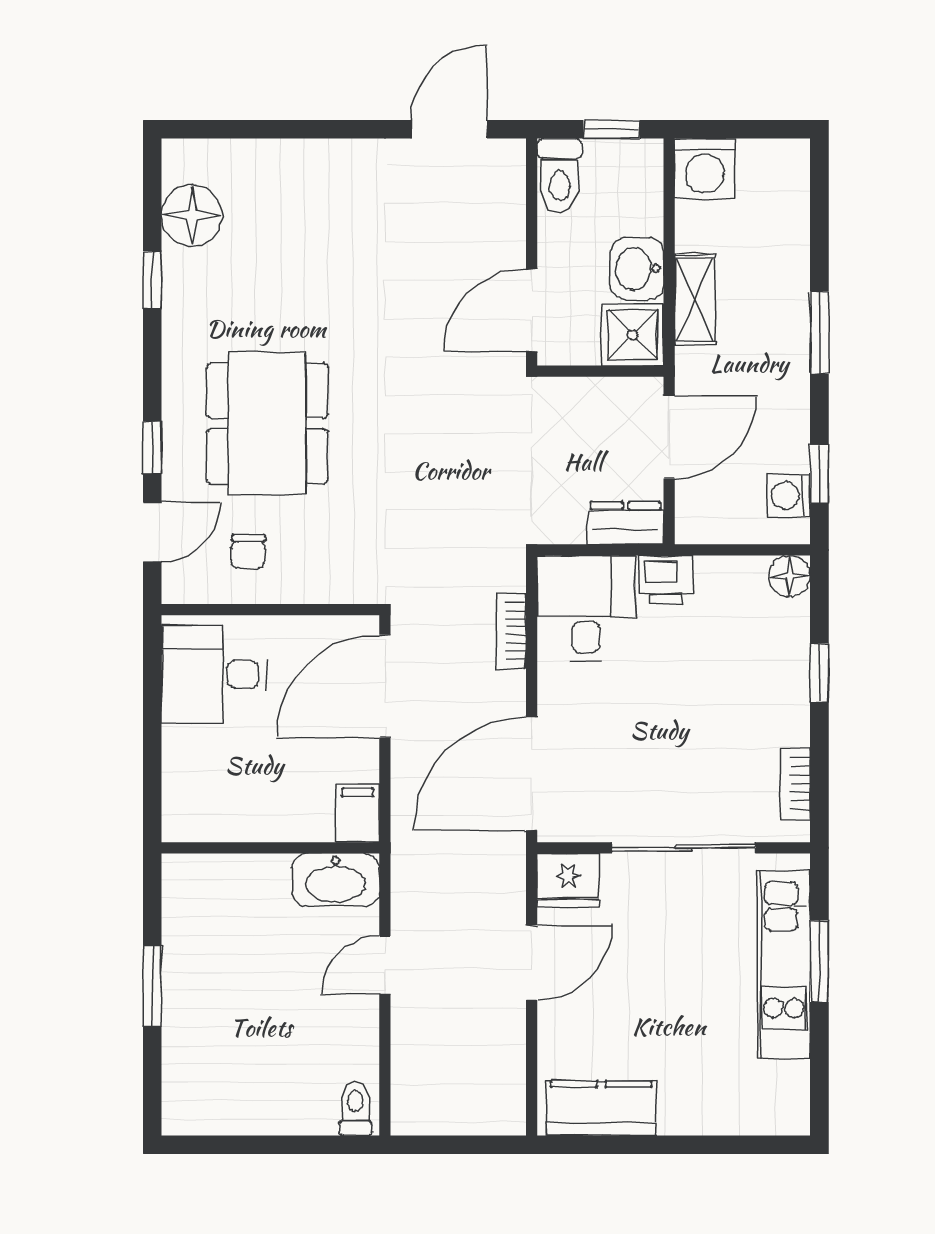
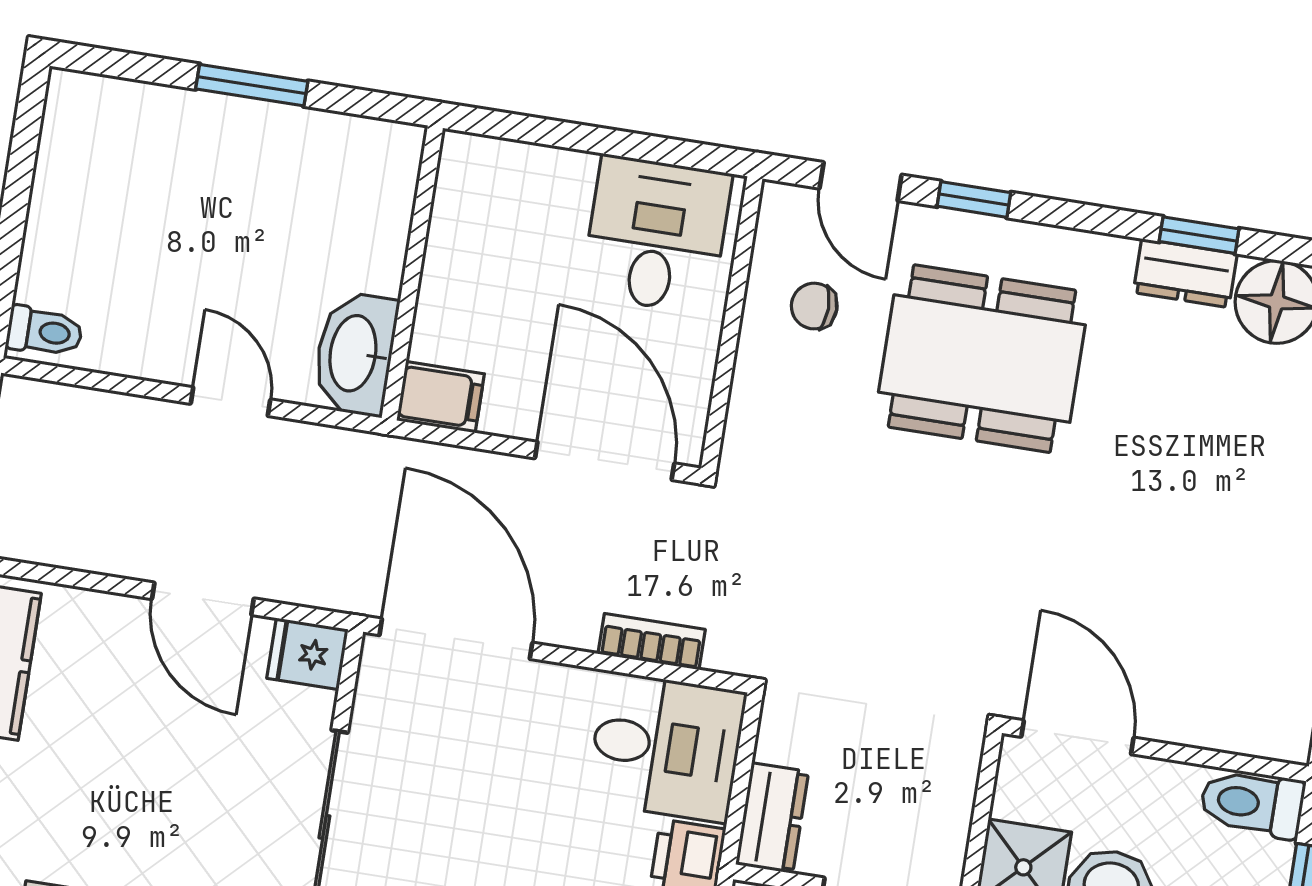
dresser: (181, 285) -> (1185, 273), added
fridge: (568, 880) -> (307, 654), width x0.72

